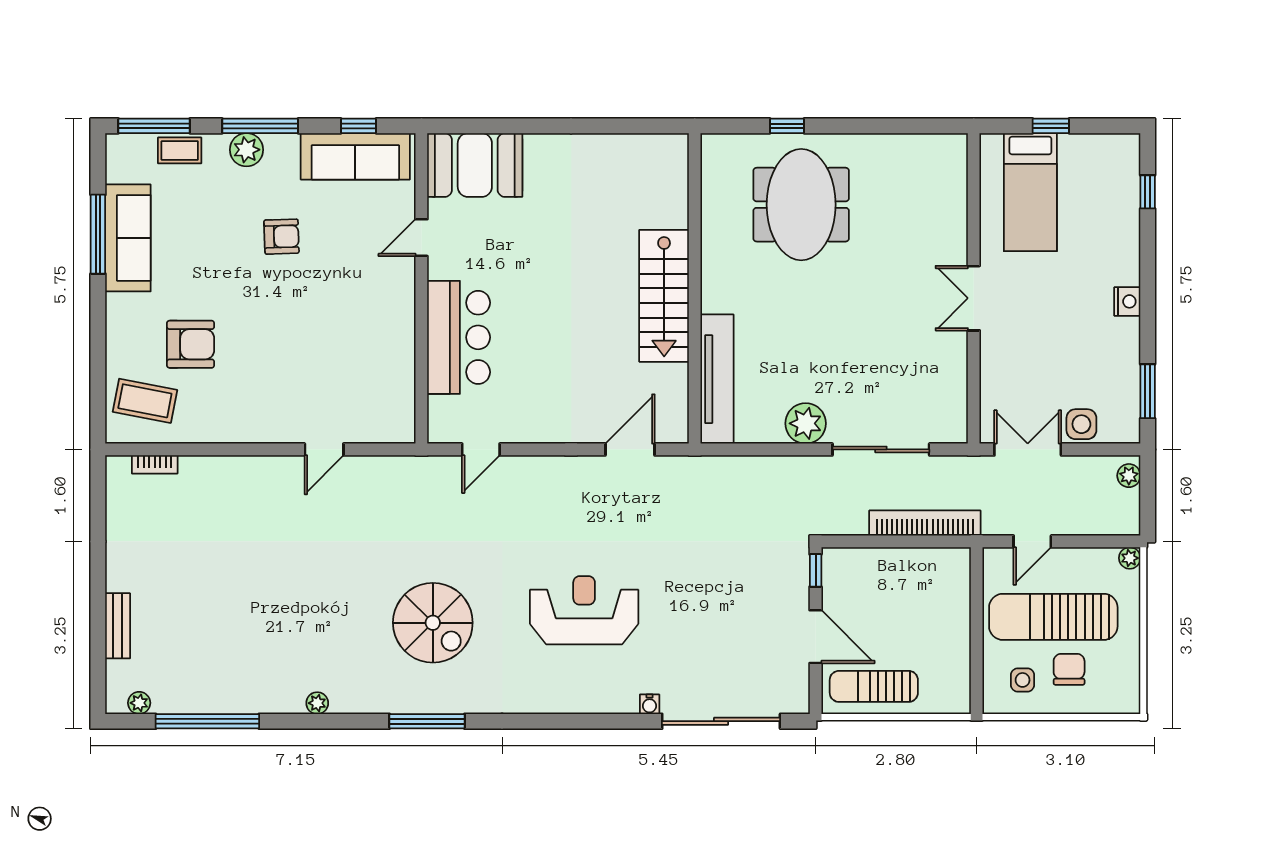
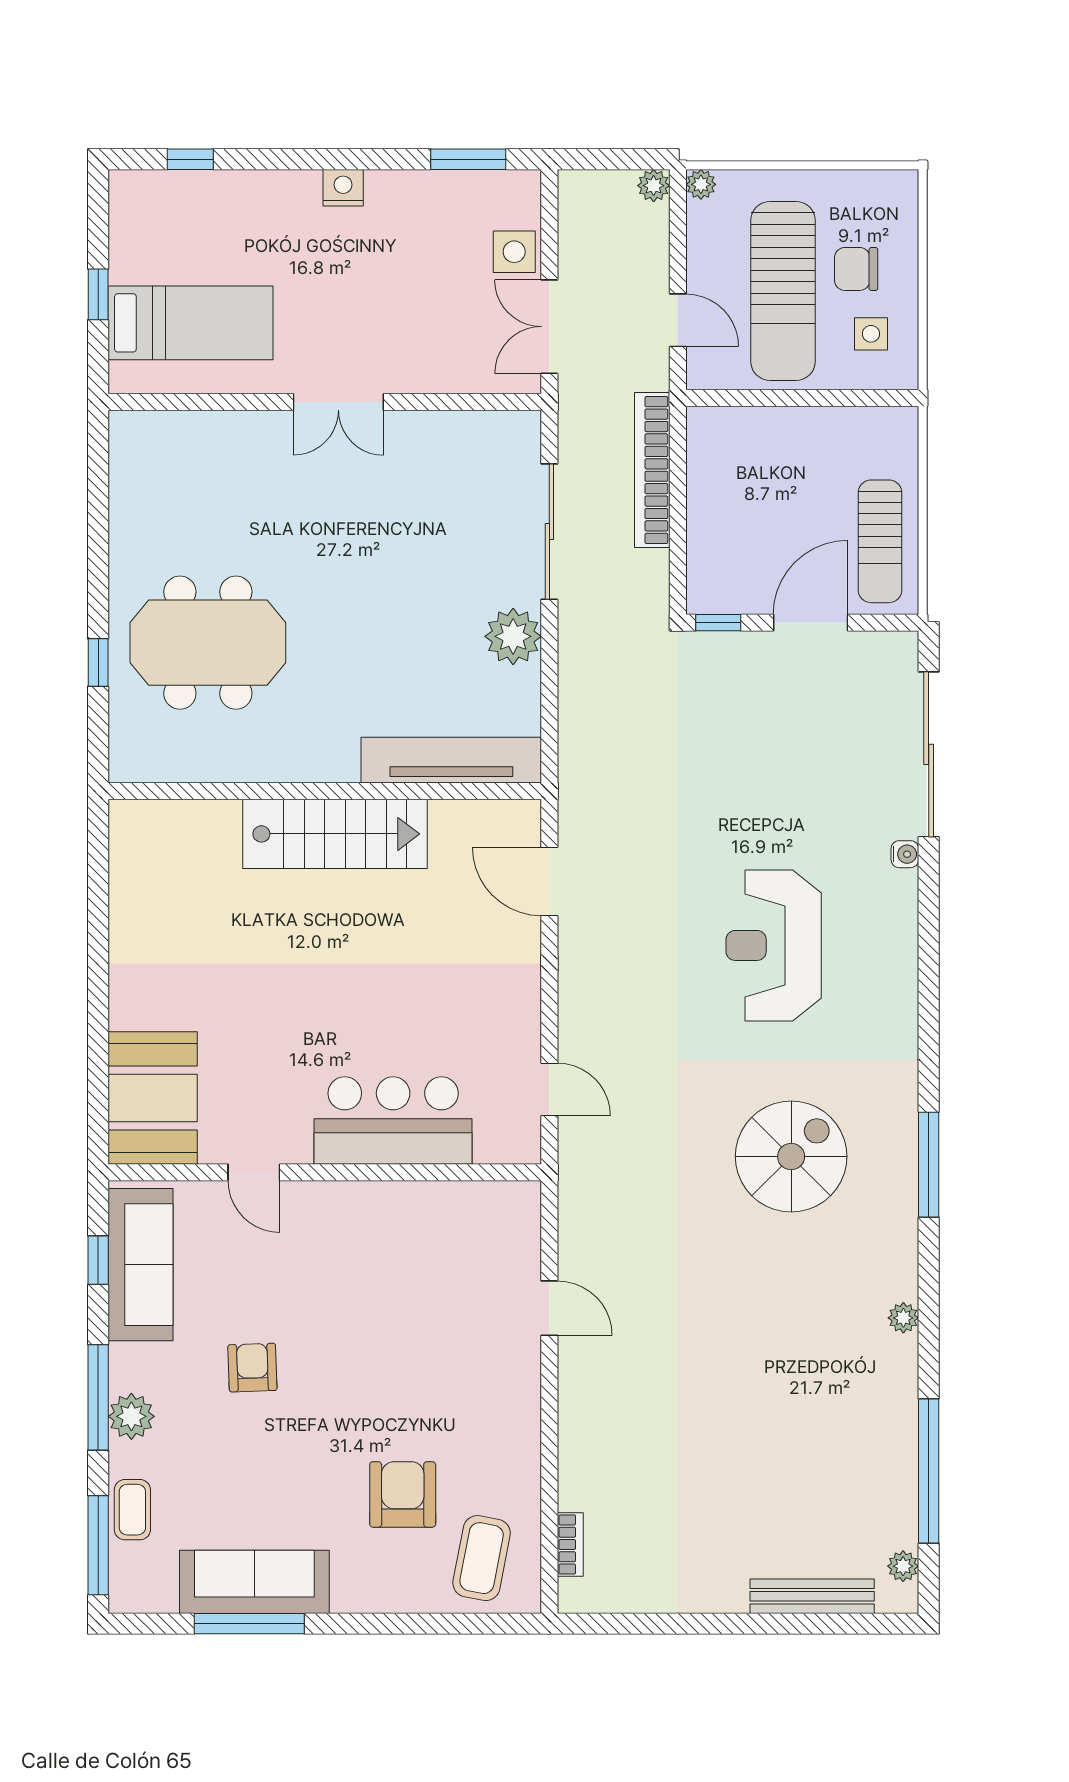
plant: (1129, 476) -> (654, 186), moved
bench: (118, 626) -> (812, 1596), width x1.36

